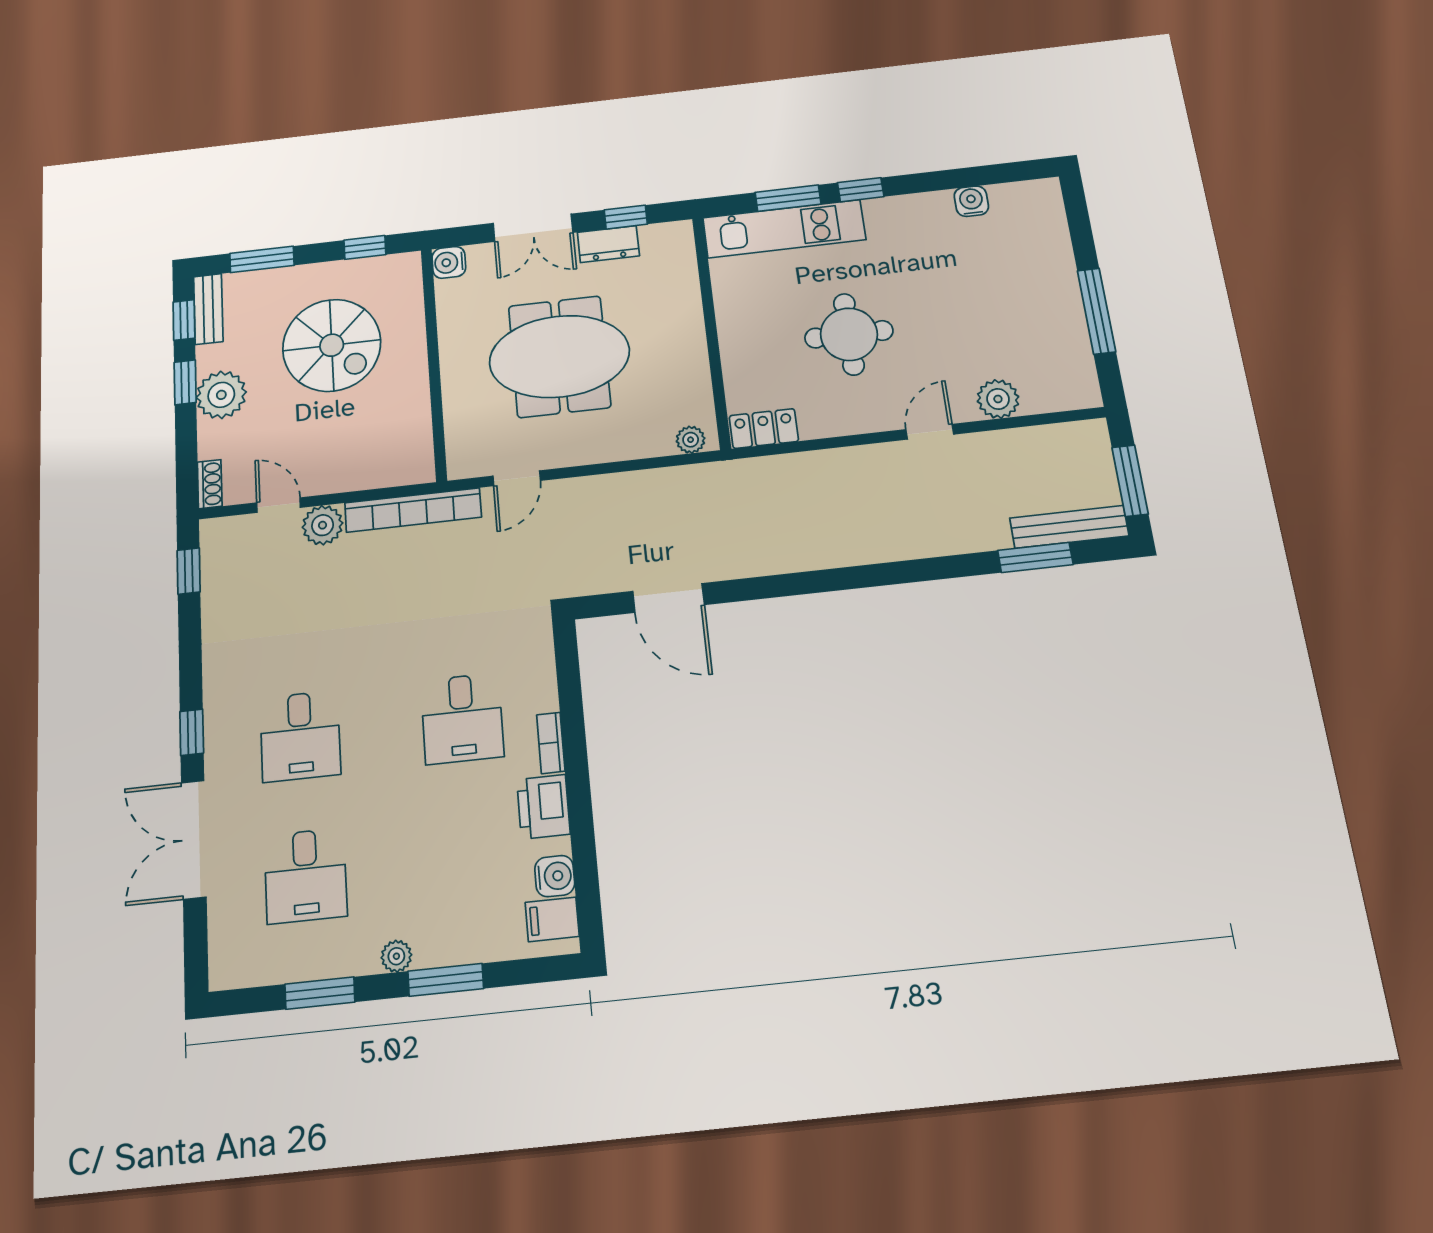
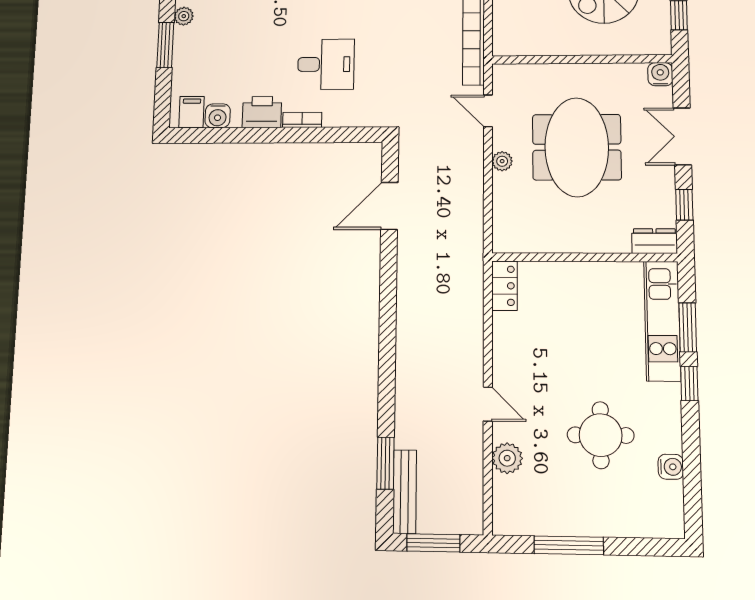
dresser: (608, 244) -> (655, 241), moved, turned 90
round table: (849, 334) -> (601, 435), moved
plant: (691, 440) -> (502, 161), moved
desk: (462, 718) -> (326, 64), turned 180

